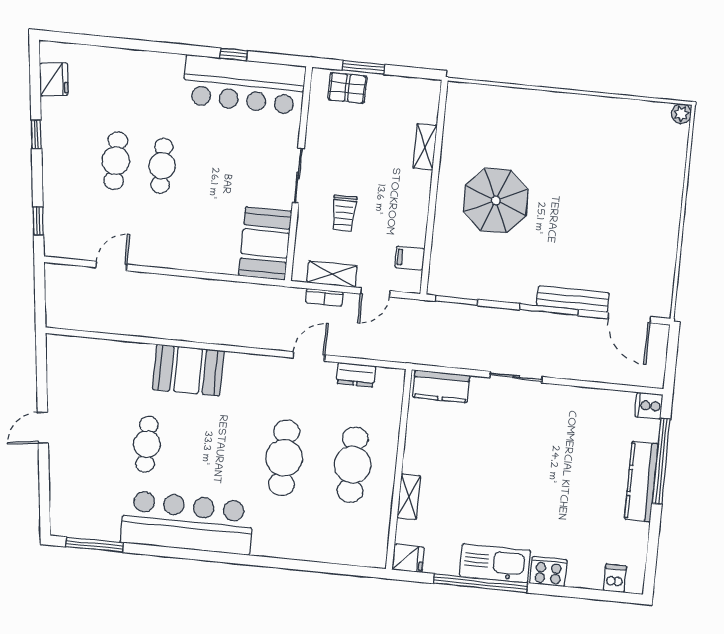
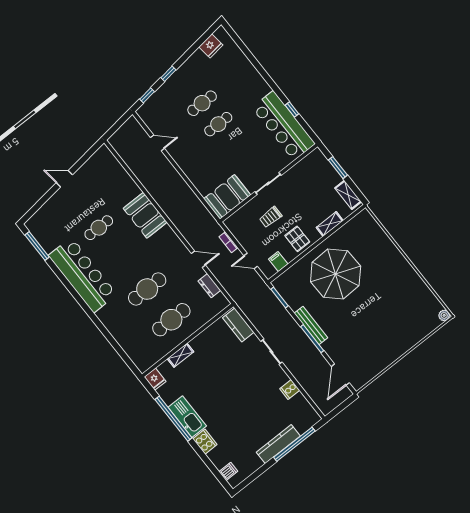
pallet: (347, 88) -> (297, 239), moved
window: (36, 134) -> (168, 74), moved
parasol: (496, 200) -> (336, 274), width x1.36, depth x1.36
shelving: (332, 274) -> (348, 195), moved
bench: (573, 299) -> (311, 326), moved
cooker: (649, 406) -> (290, 389), moved, turned -90

